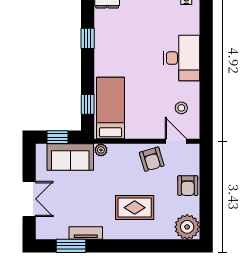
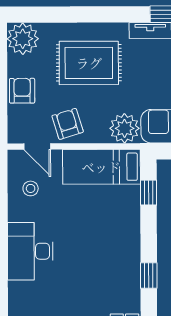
bed: (111, 108) -> (101, 167), moved, turned 90
plant: (101, 150) -> (125, 128), width x1.87, depth x1.87
rug: (135, 208) -> (89, 63), width x1.36, depth x1.43

